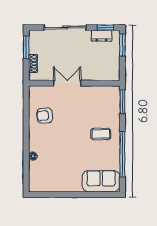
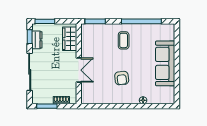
wardrobe: (103, 73) -> (70, 39), added
double door: (67, 83) -> (79, 70), swing flipped
armchair: (45, 116) -> (122, 78), moved
sofa: (101, 181) -> (165, 63), moved, width x1.36

